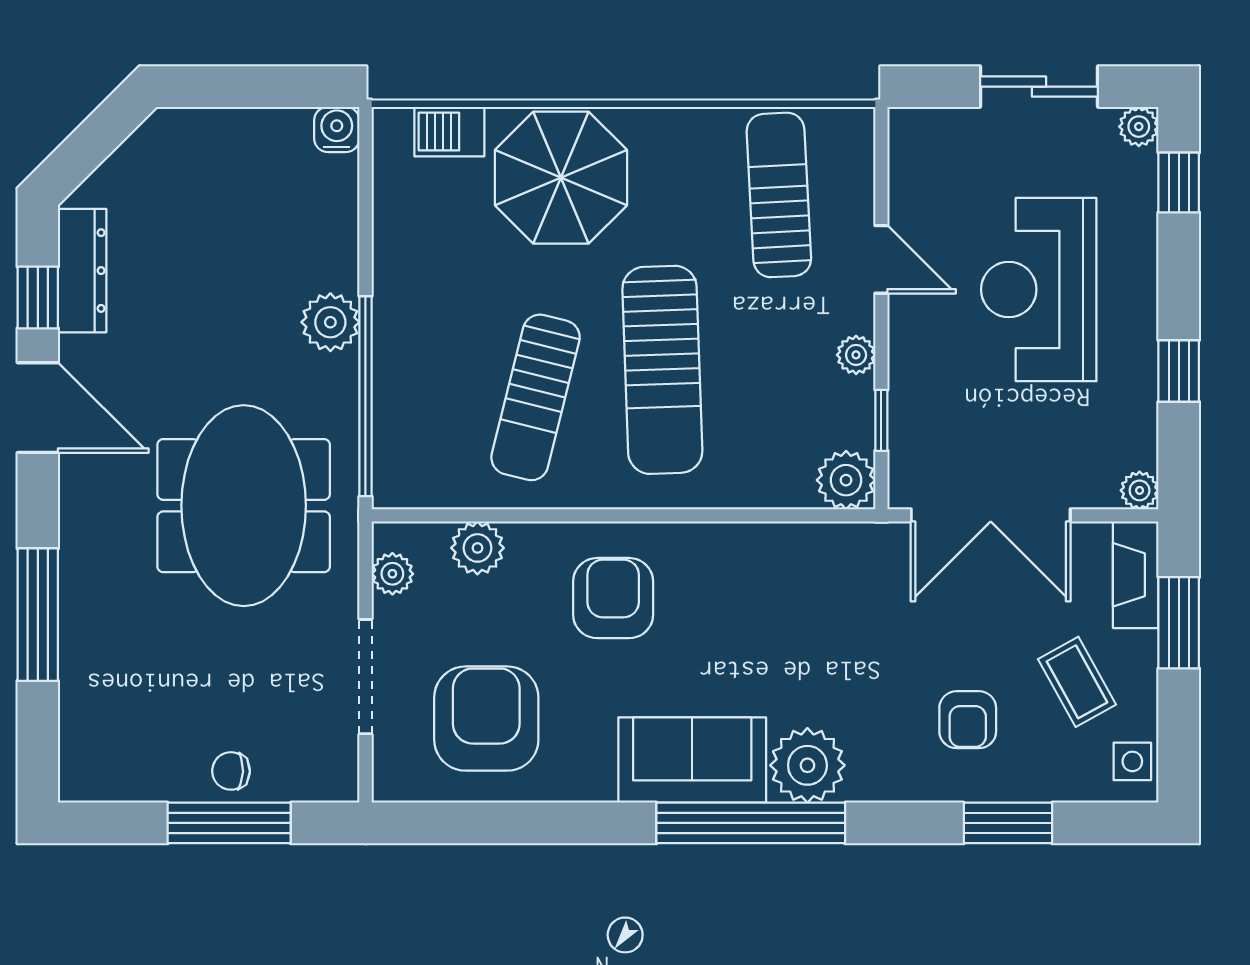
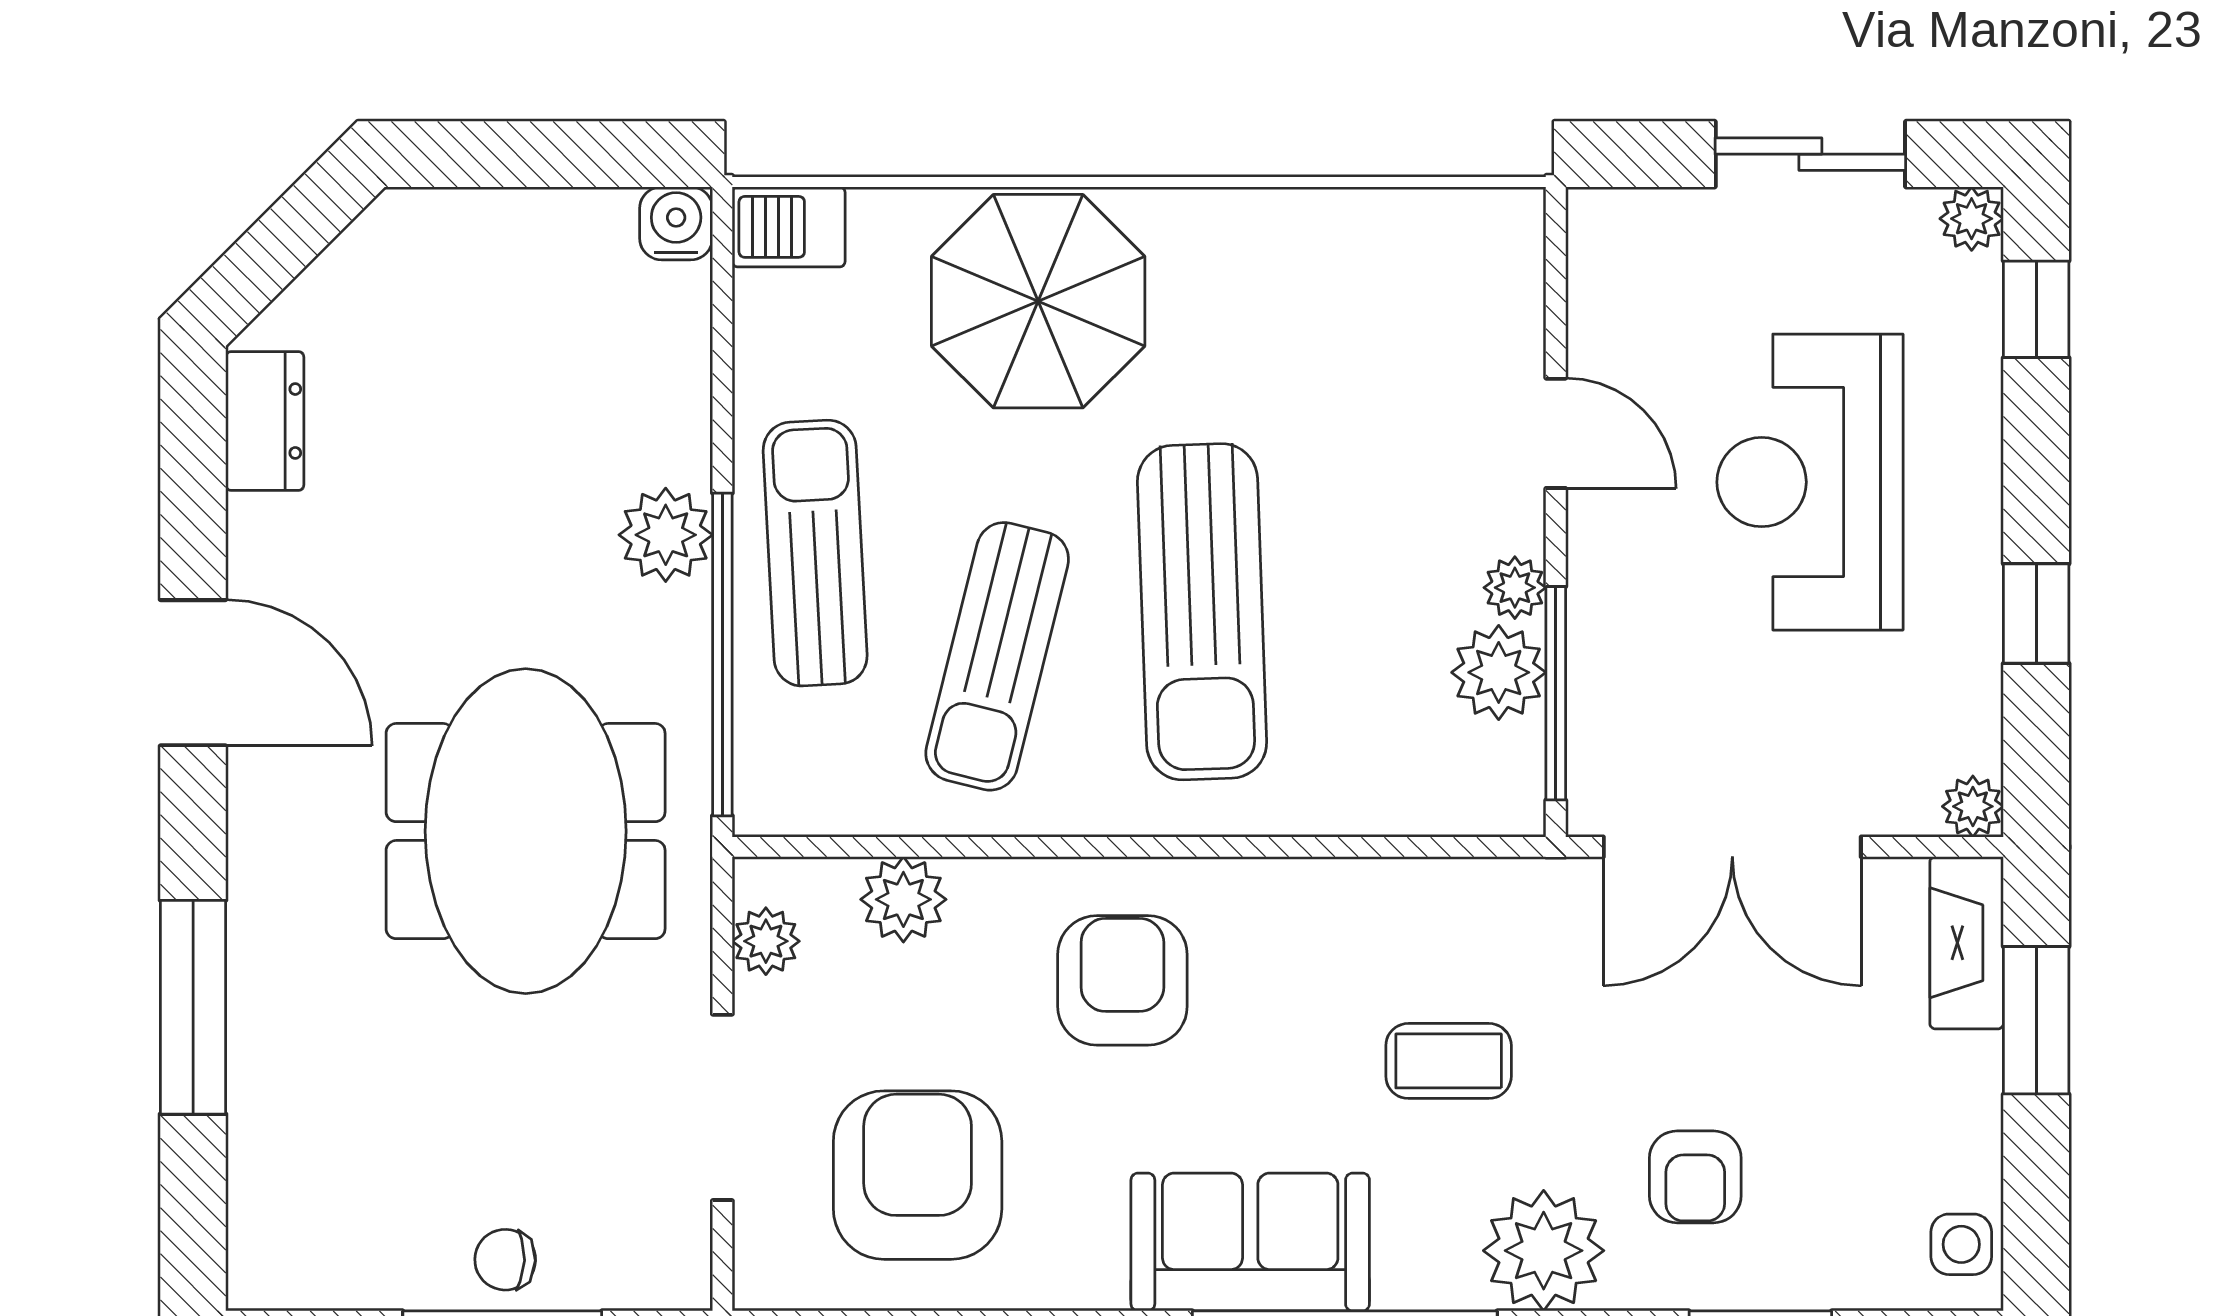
barbecue: (449, 132) -> (789, 227), moved
sun lounger: (779, 195) -> (815, 553), moved
dresser: (82, 271) -> (265, 421), width x0.70
window: (38, 297) -> (193, 495), removed
window: (881, 420) -> (1556, 693), width x2.17
plant: (846, 480) -> (1499, 672), moved
coffee table: (1077, 682) -> (1449, 1061), moved, turned -61
plant: (807, 765) -> (1544, 1251), moved

